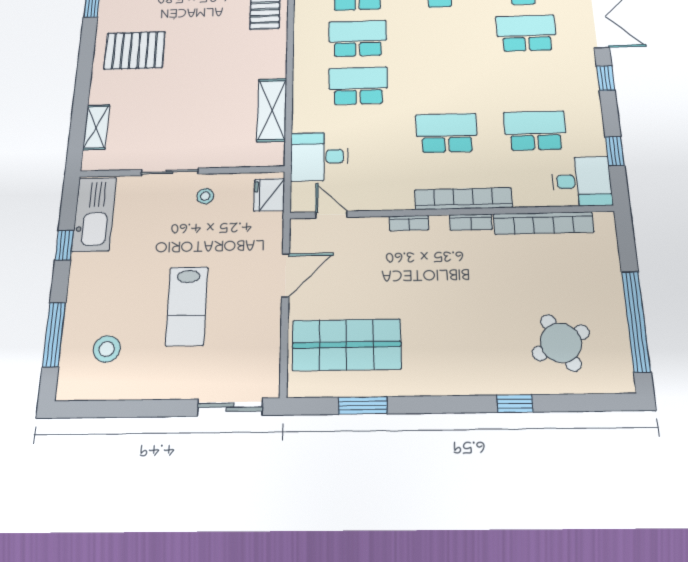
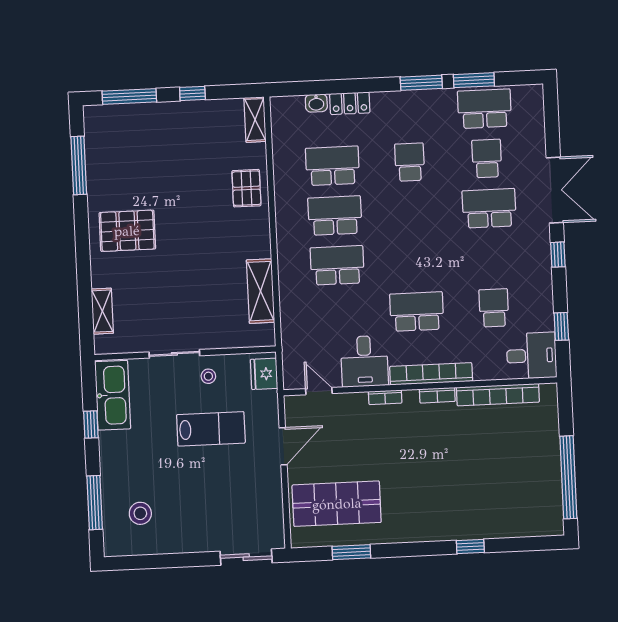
school desk: (535, 131) -> (494, 308), width x0.54
desk: (319, 157) -> (364, 361), moved, turned -90
lab bench: (187, 306) -> (211, 429), moved, turned -90
round table: (561, 343) -> (508, 497), removed

